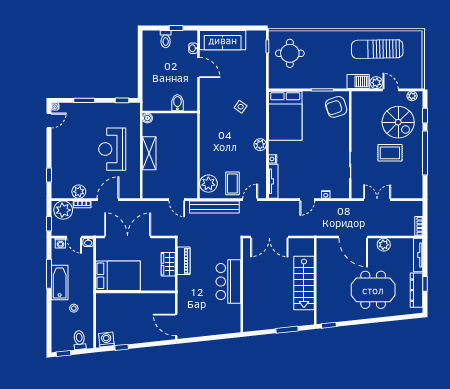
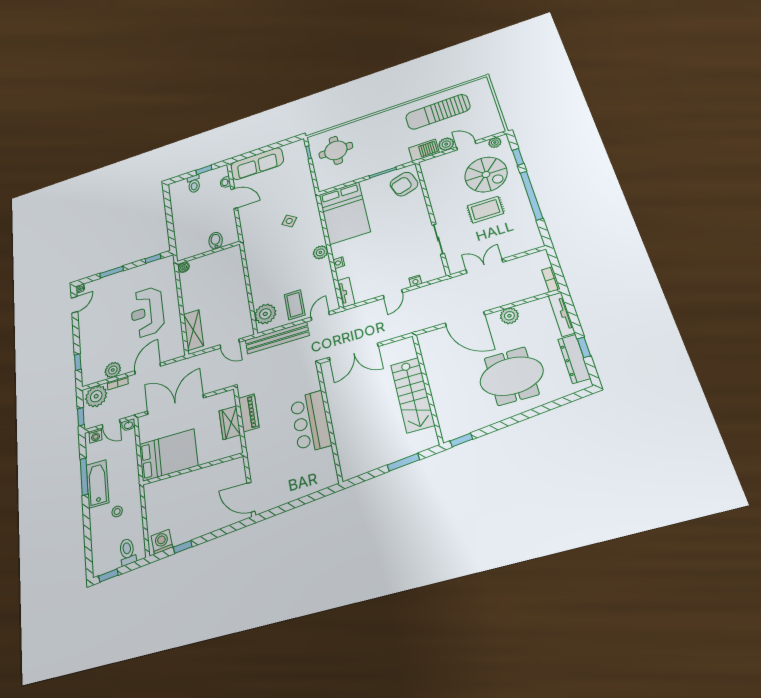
shelving: (149, 153) -> (193, 330), moved
tv unit: (273, 181) -> (346, 292), width x0.71

